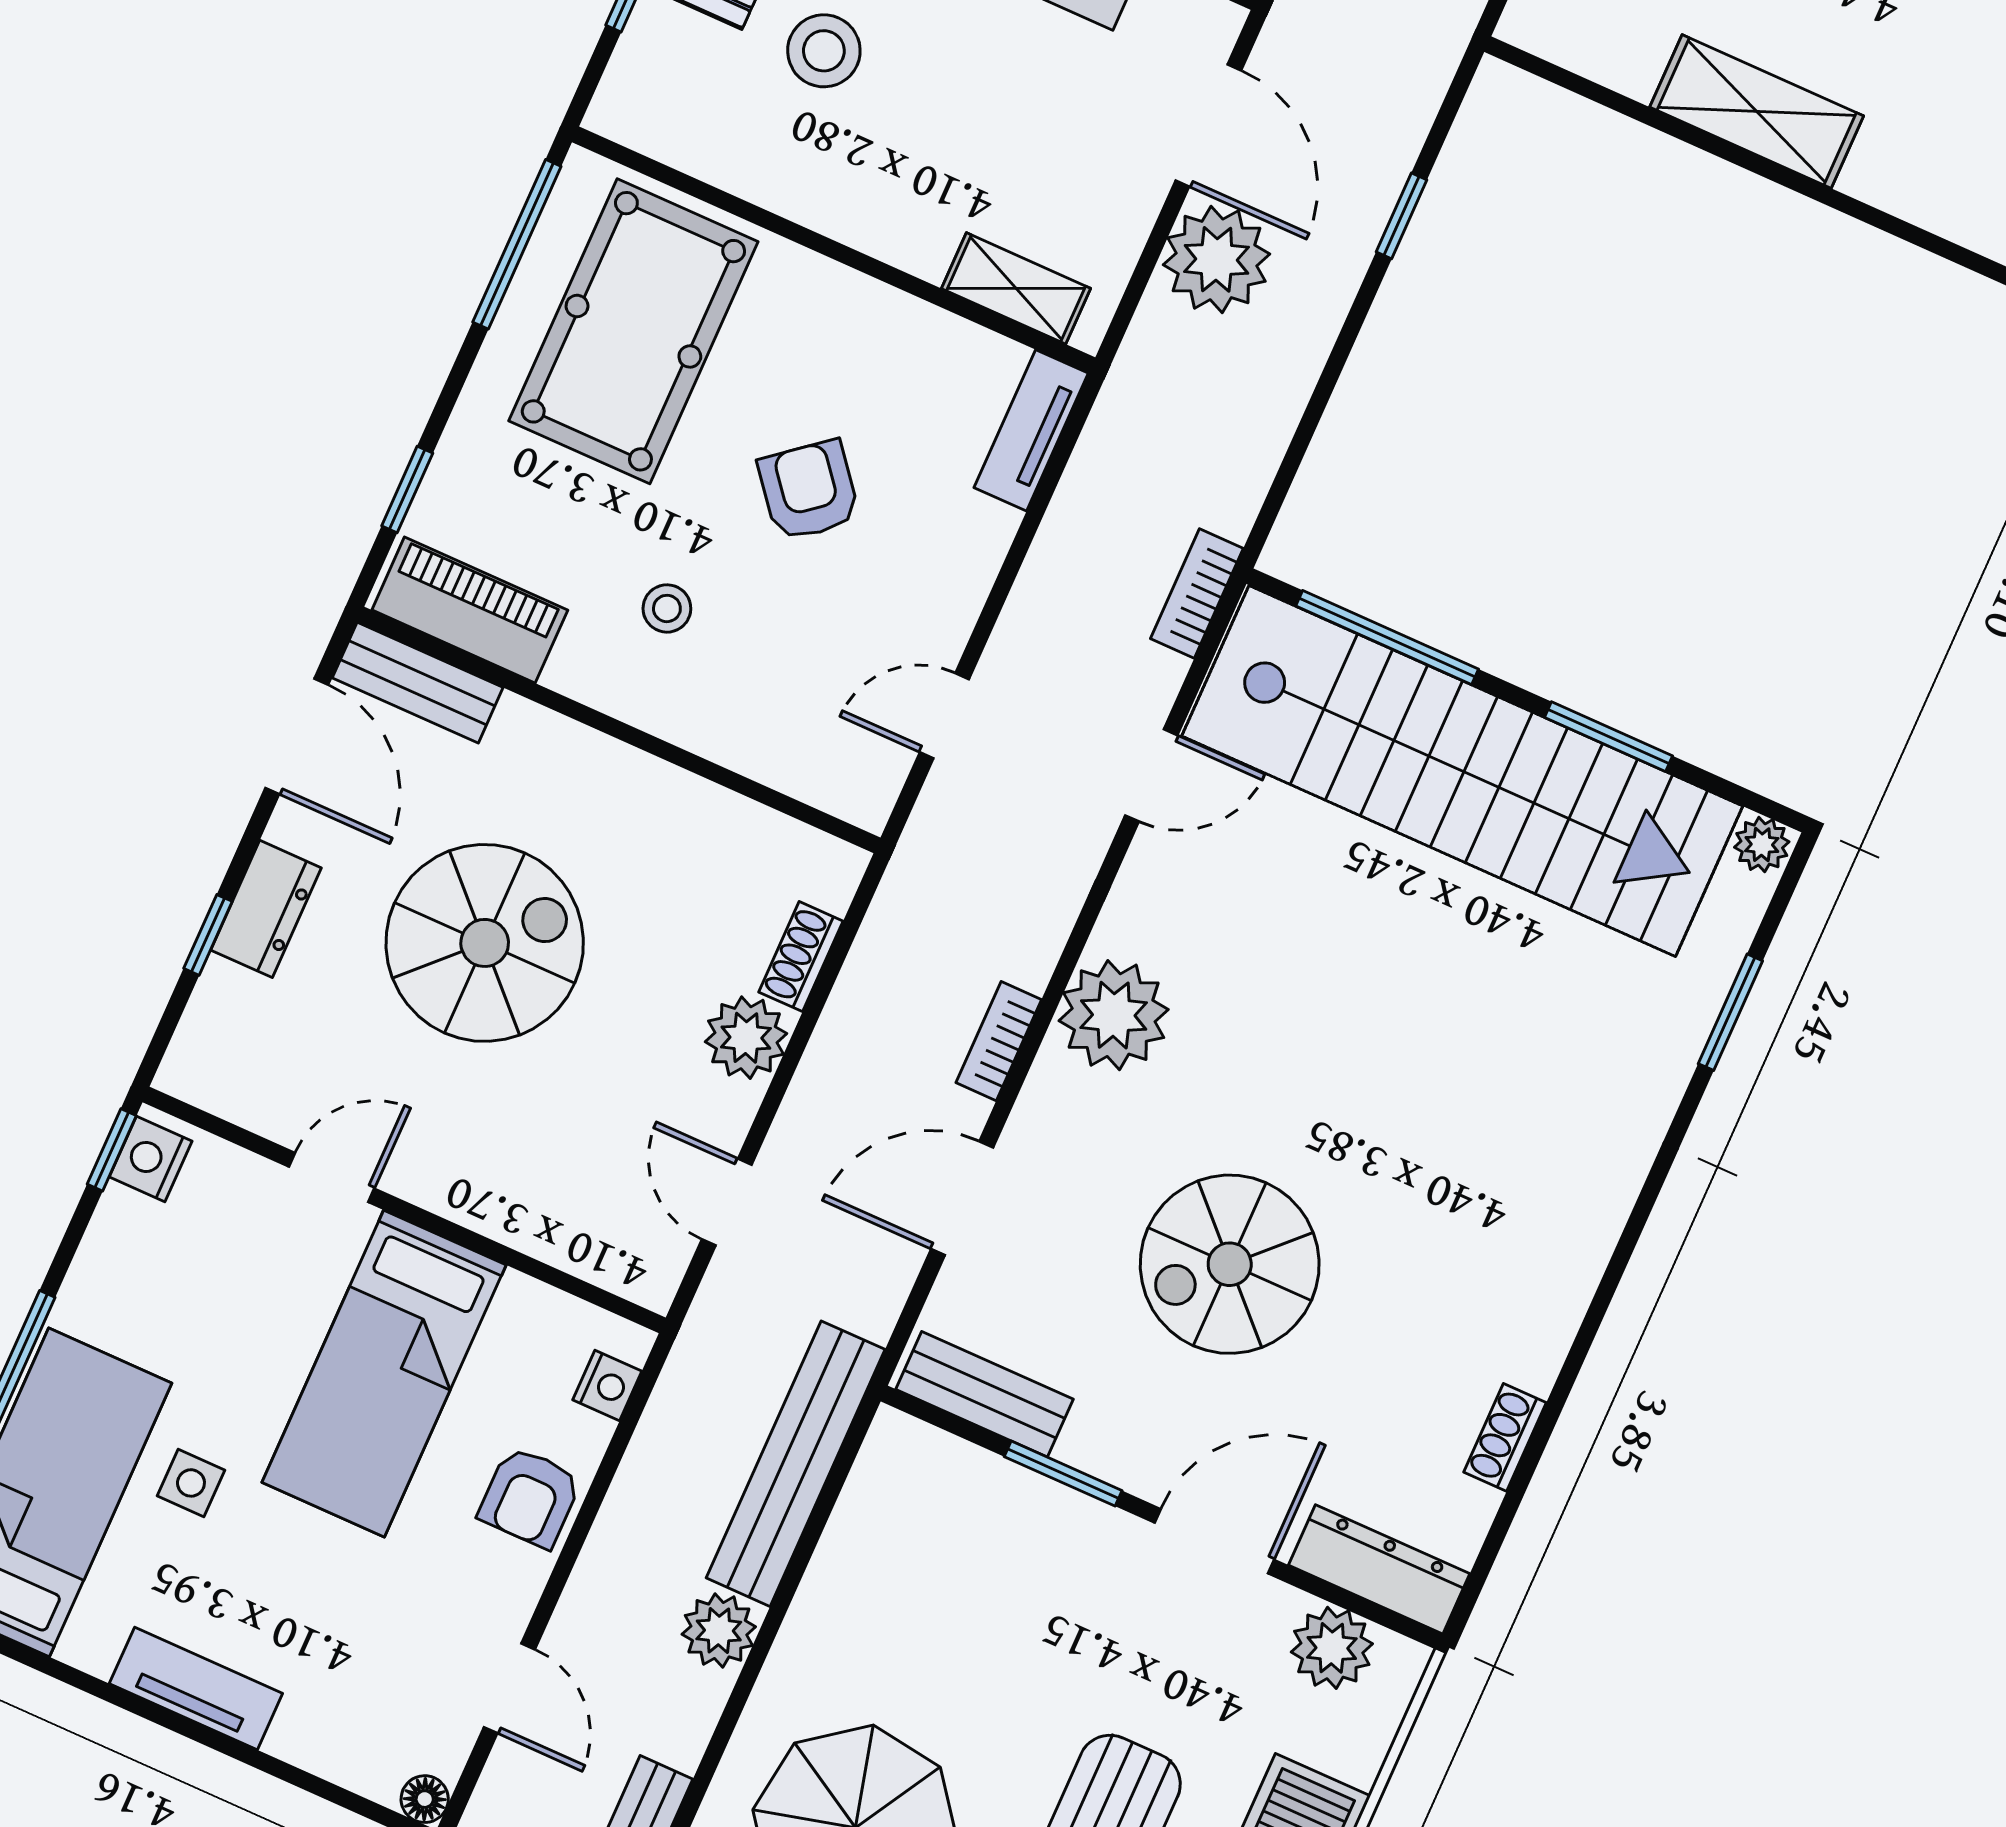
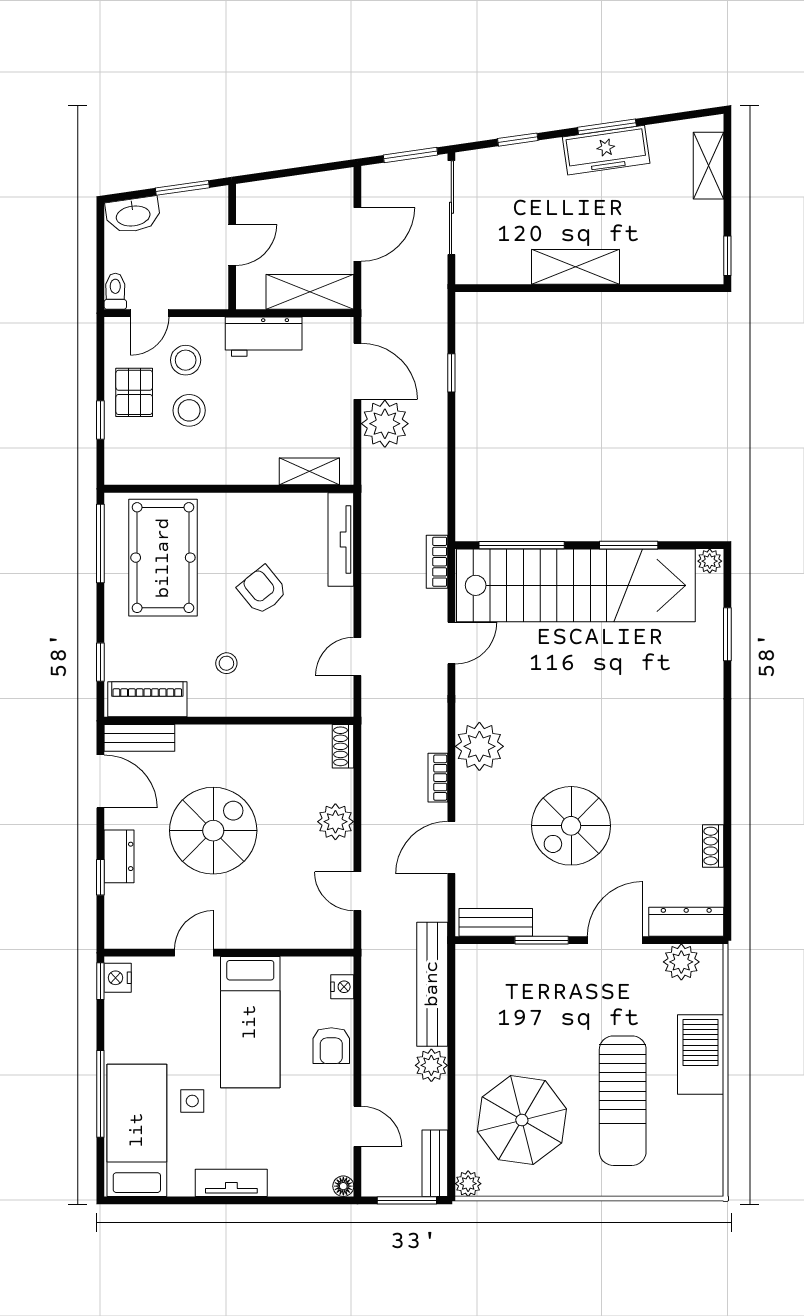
tv unit: (1031, 430) -> (341, 540), width x1.41
shoe rack: (801, 957) -> (343, 746), moved

